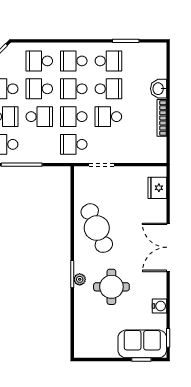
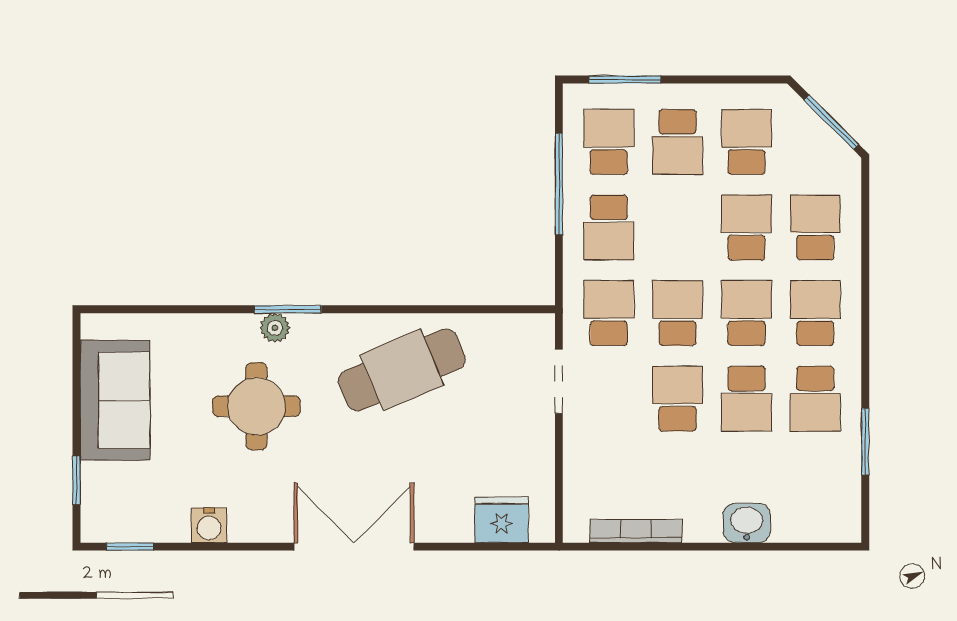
school desk: (39, 117) -> (609, 227), moved
bookcase: (162, 118) -> (636, 531), moved
sofa: (142, 344) -> (115, 400), moved

